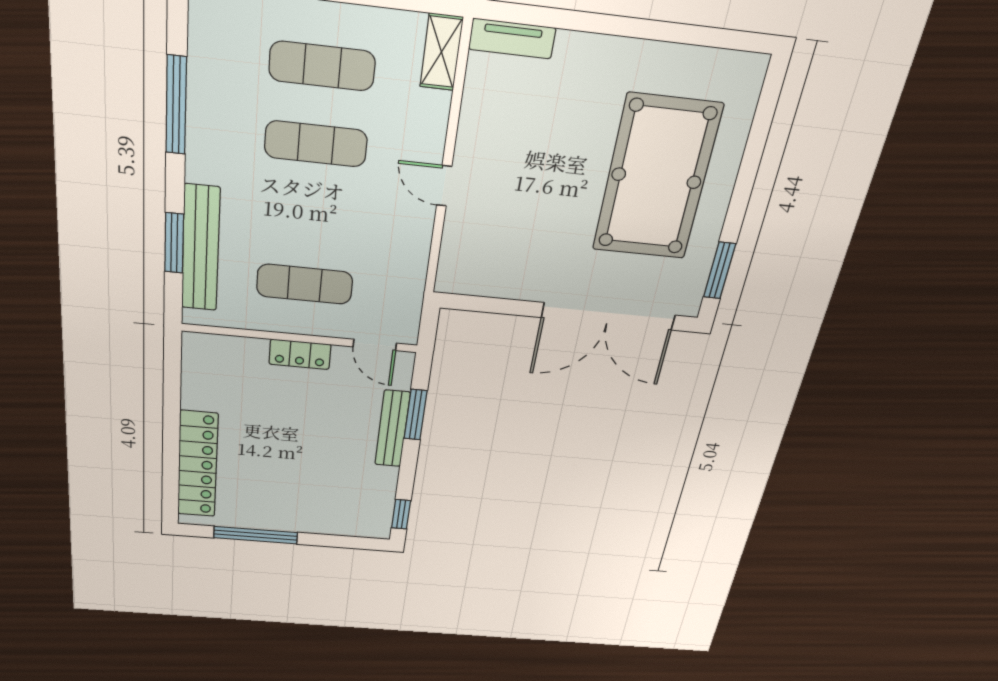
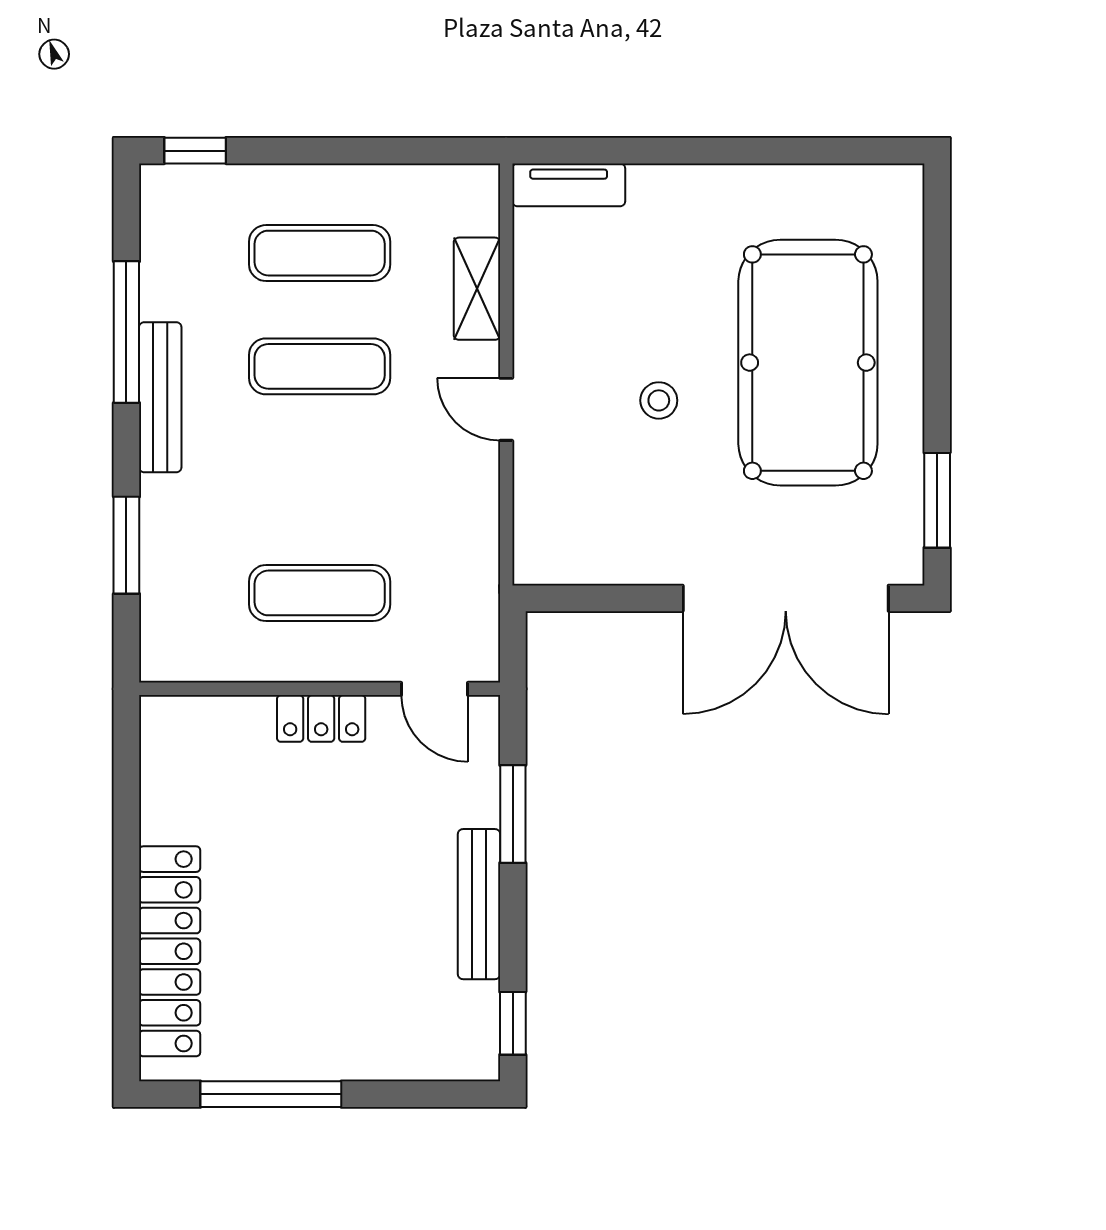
shelving: (441, 52) -> (477, 289), moved
stool: (550, 191) -> (659, 400), added
bench: (201, 249) -> (160, 397), moved, width x0.73, depth x0.82
bench: (392, 429) -> (479, 904), moved

